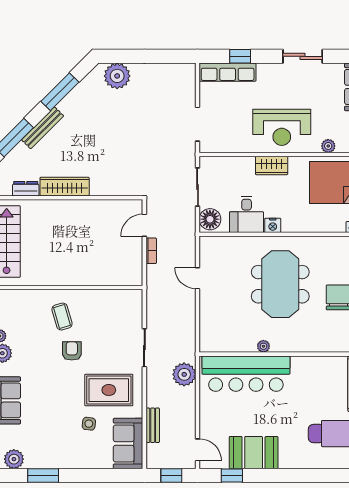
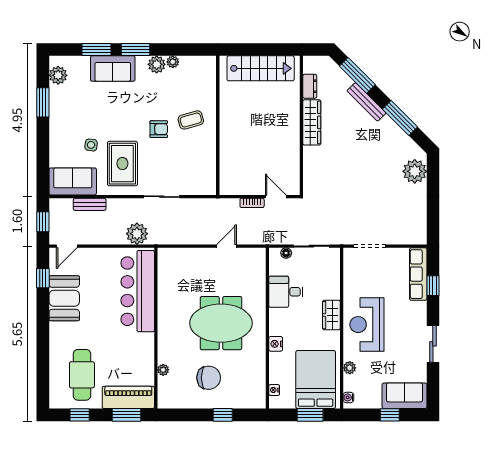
floor lamp: (210, 219) -> (286, 253), width x0.53, depth x0.53
nightstand: (273, 225) -> (276, 344), moved
plant: (263, 346) -> (163, 370), moved

